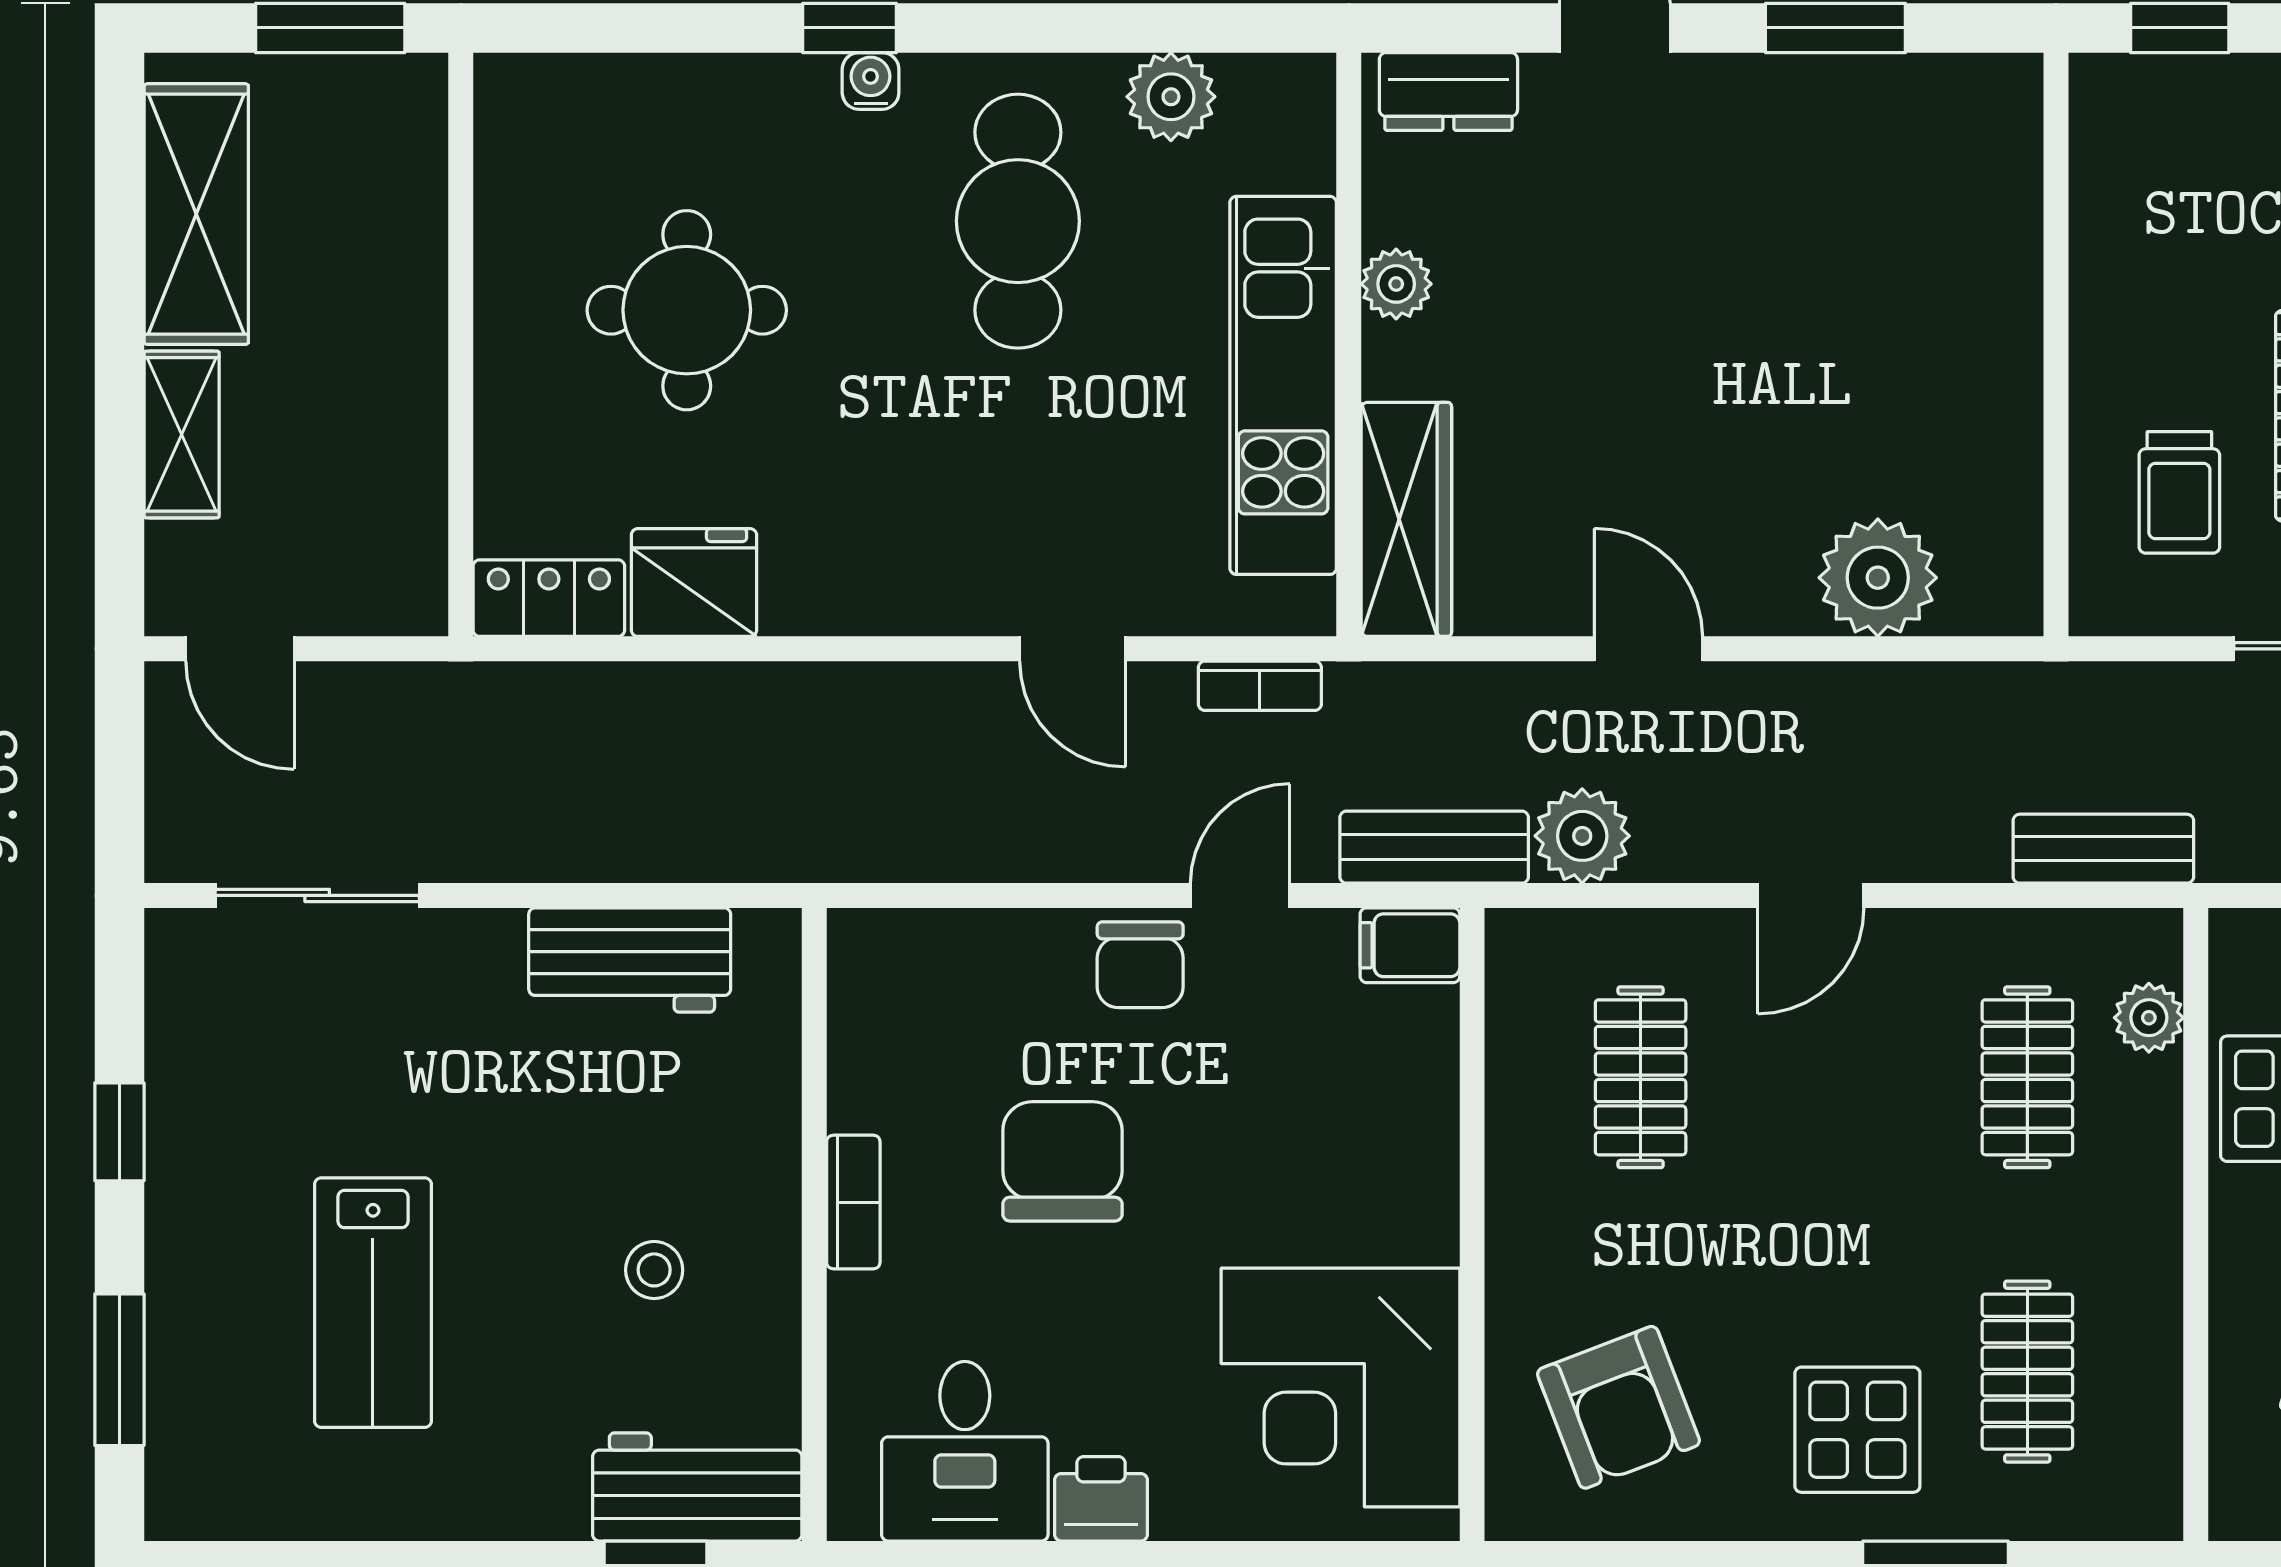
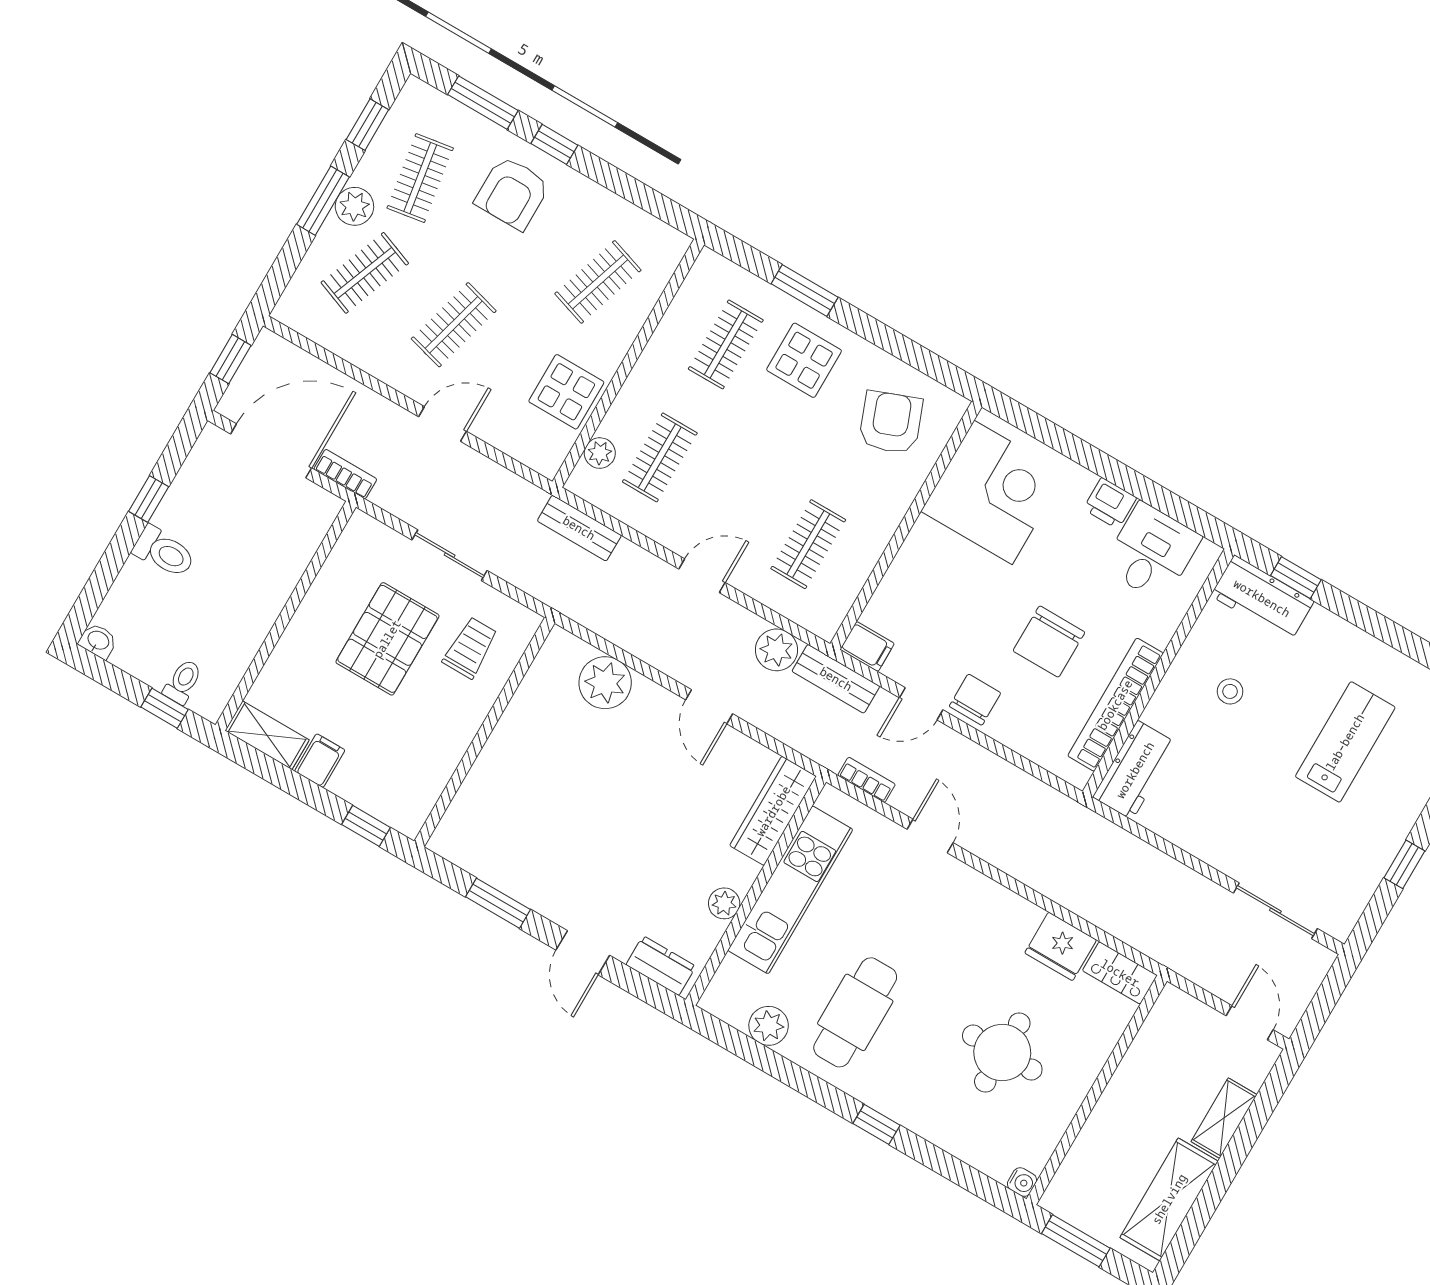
water cooler: (871, 81) -> (1022, 1182), moved, turned -90
workbench: (630, 960) -> (1135, 770), moved, turned 90
bookcase: (853, 1202) -> (1115, 705), width x2.31, depth x1.31

